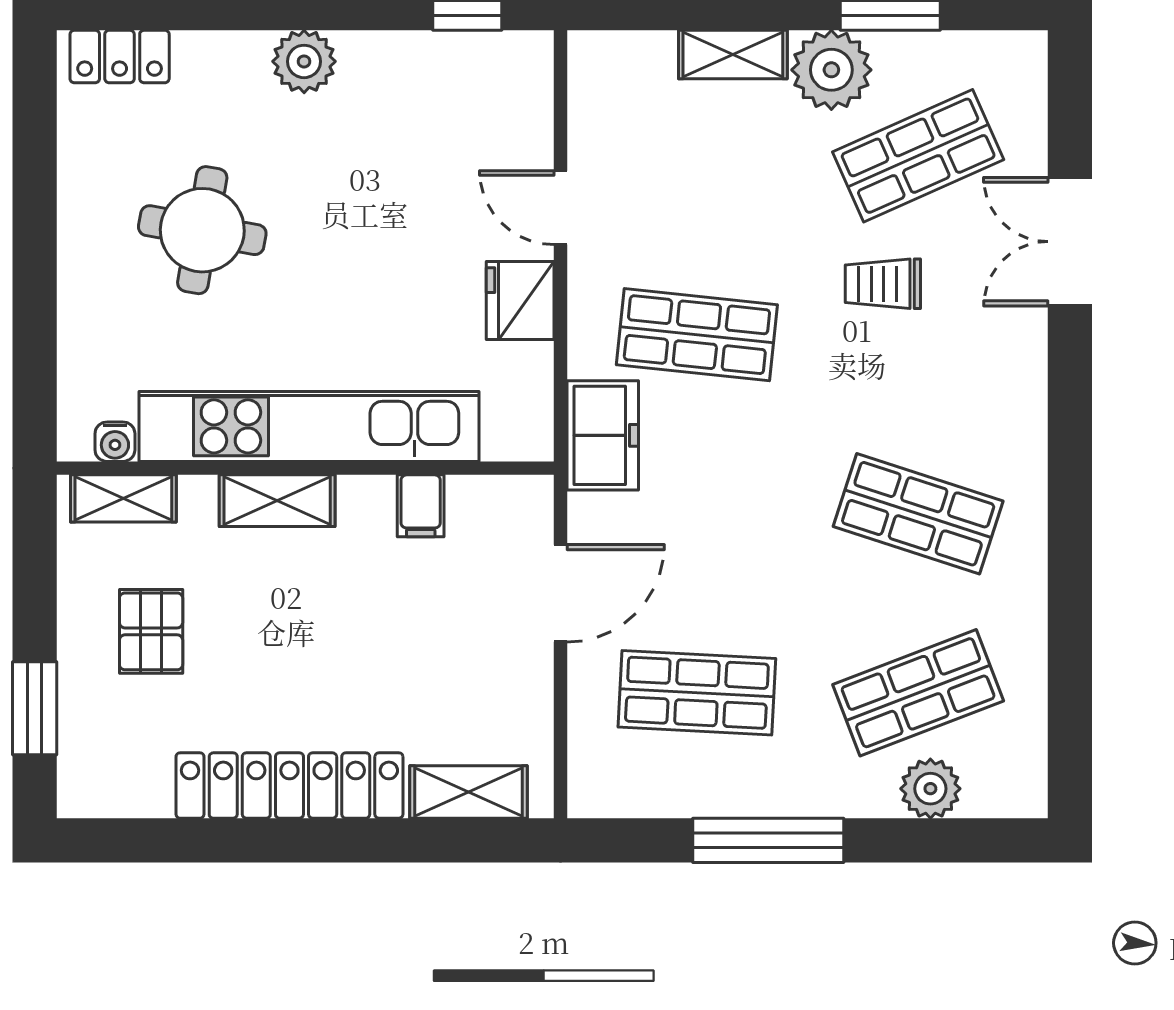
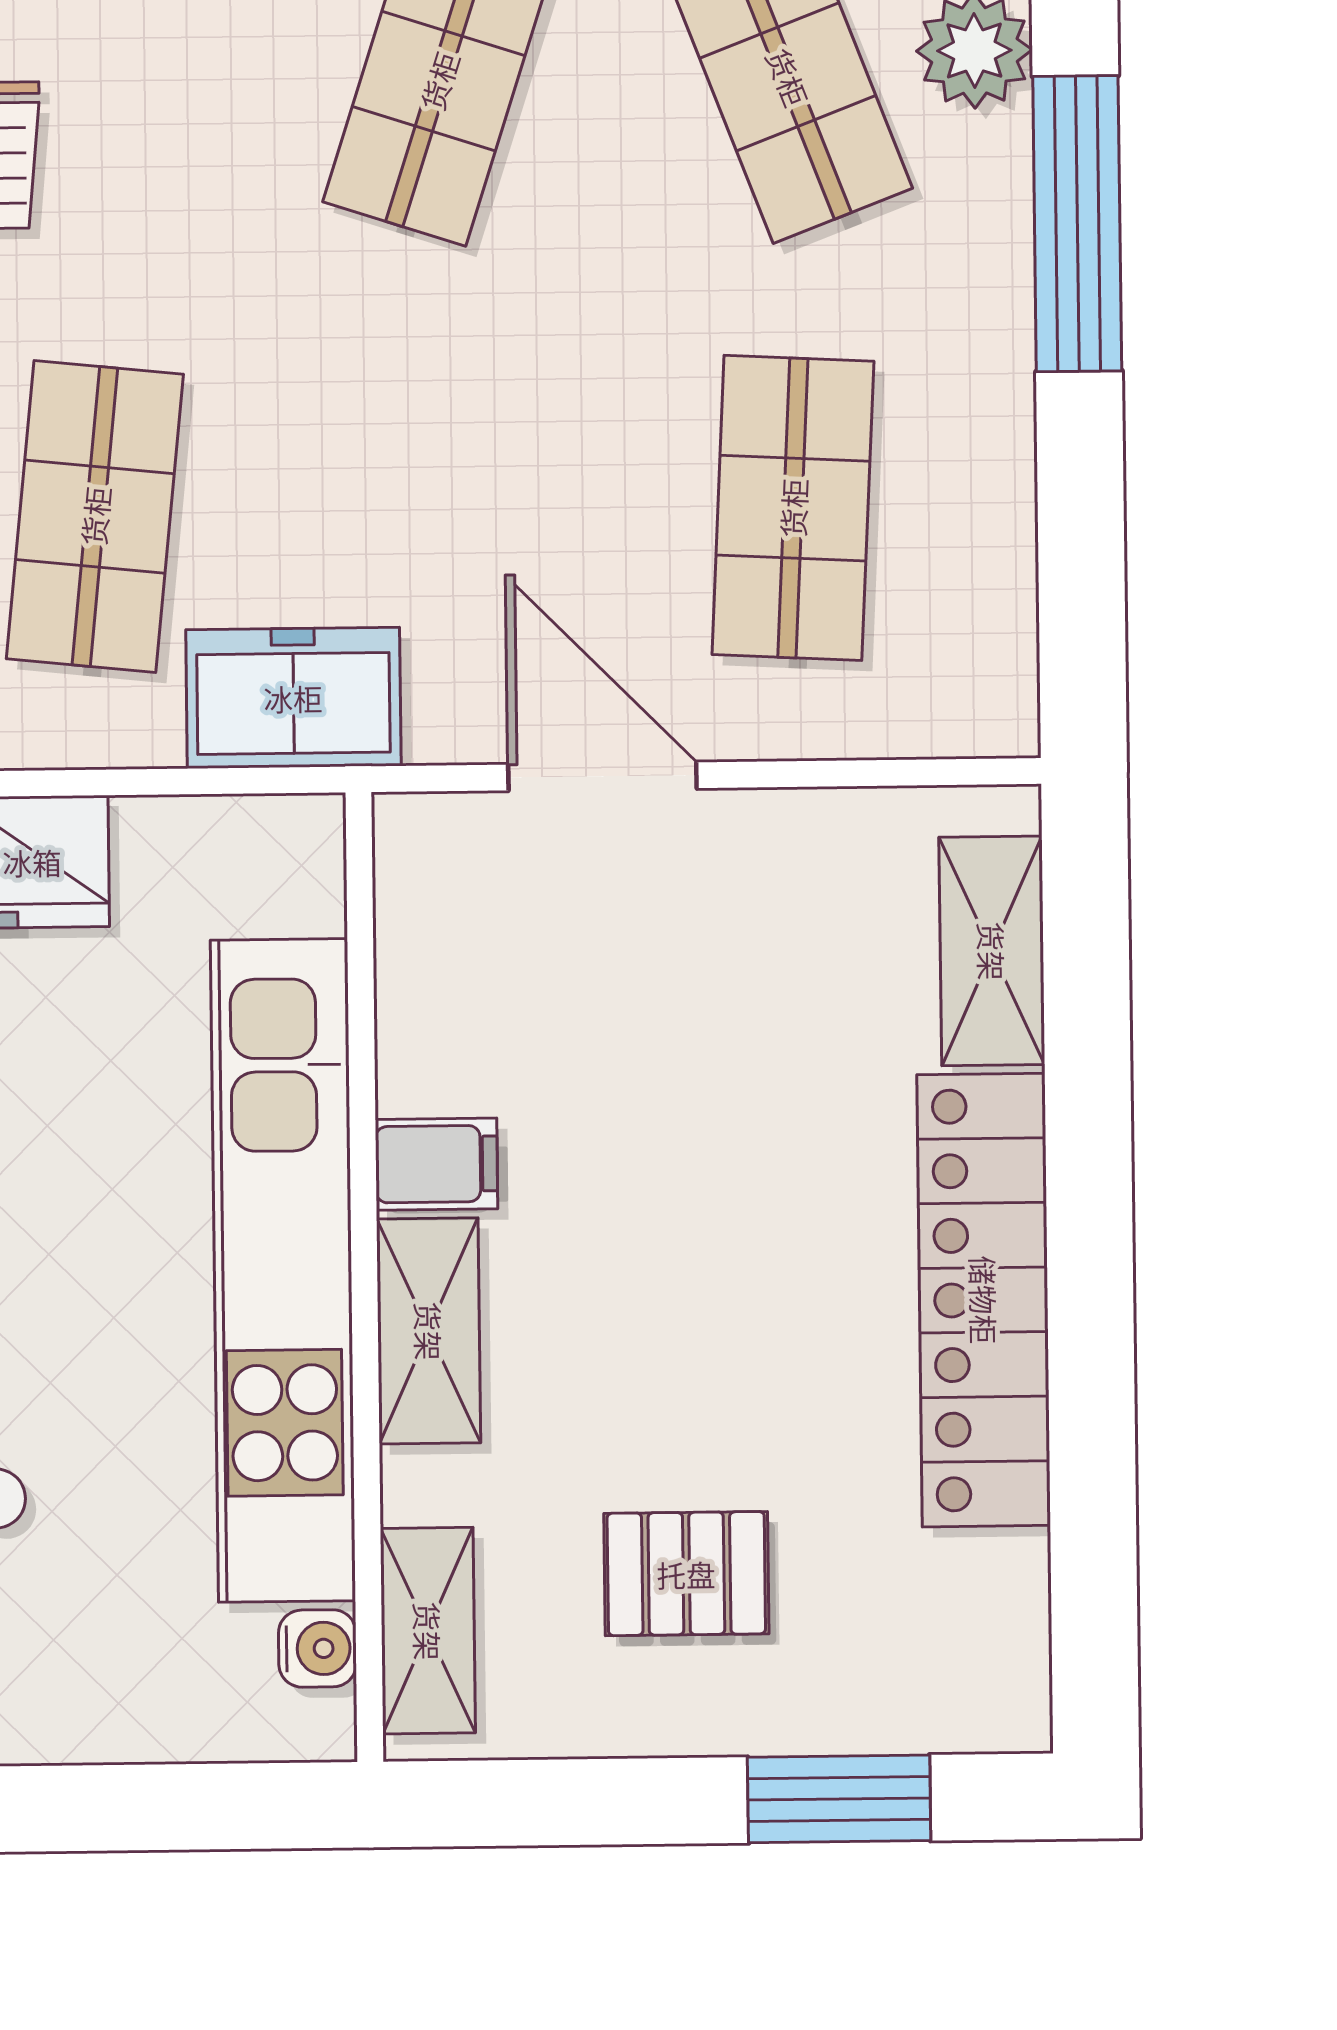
filing cabinet: (421, 506) -> (437, 1164), moved
window: (768, 840) -> (1077, 224), moved

